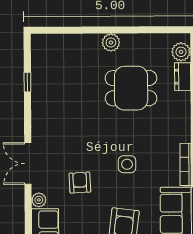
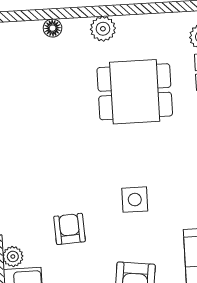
floor lamp: (75, 40) -> (53, 28), added

